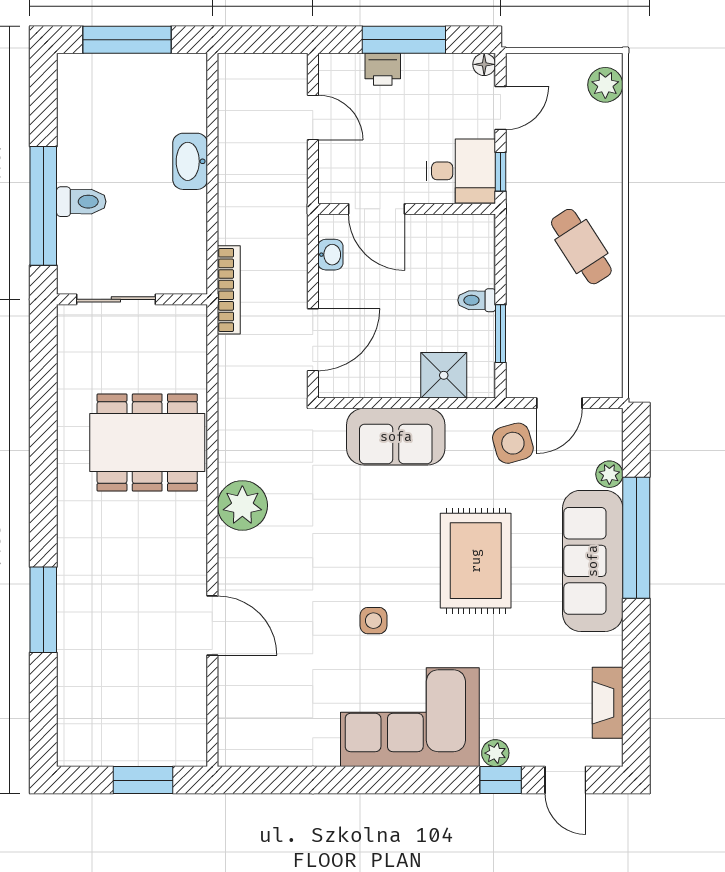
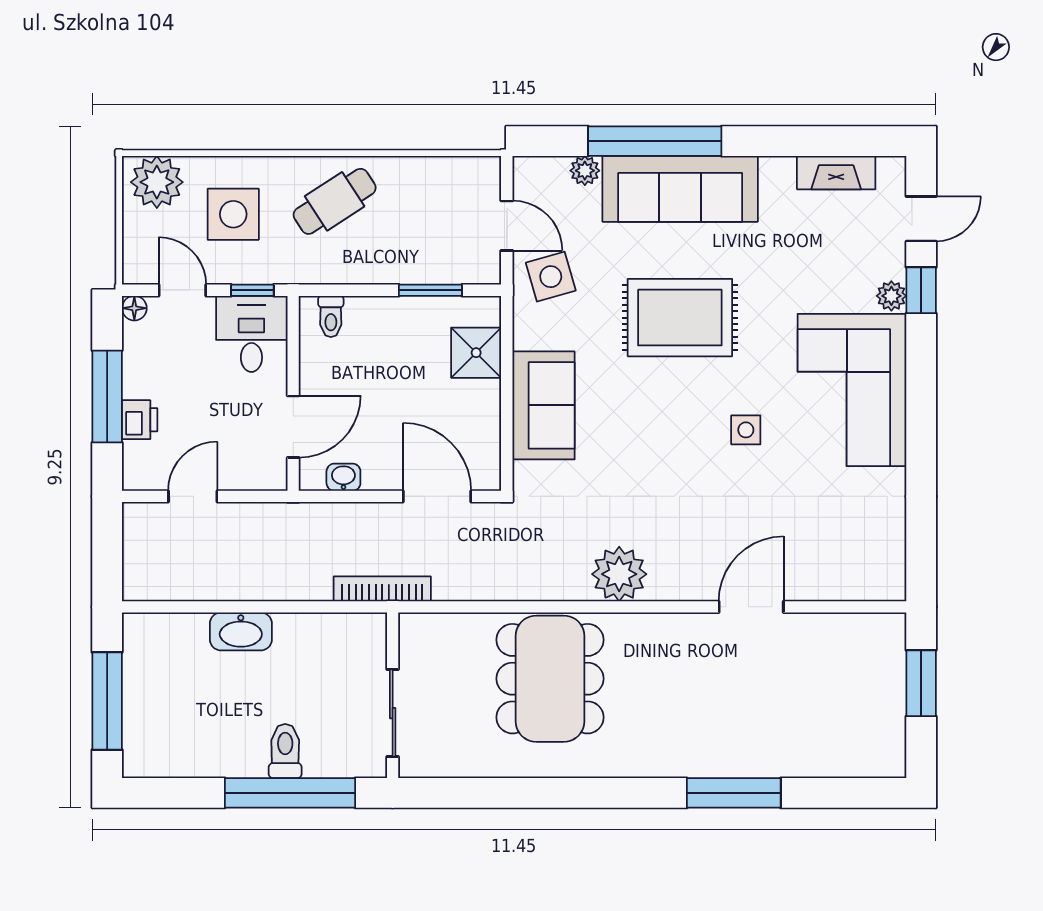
plant: (605, 85) -> (157, 182), width x1.36, depth x1.36
side table: (570, 154) -> (233, 214), added
toilet: (477, 300) -> (331, 316), moved

